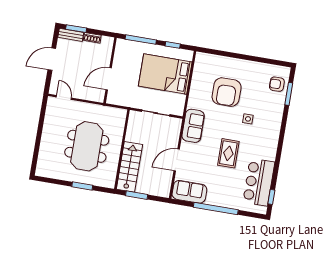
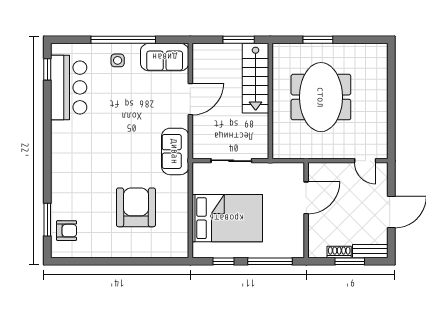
window: (76, 29) -> (350, 261), moved
side table: (248, 119) -> (118, 60), moved
rug: (228, 153) -> (119, 121), removed

